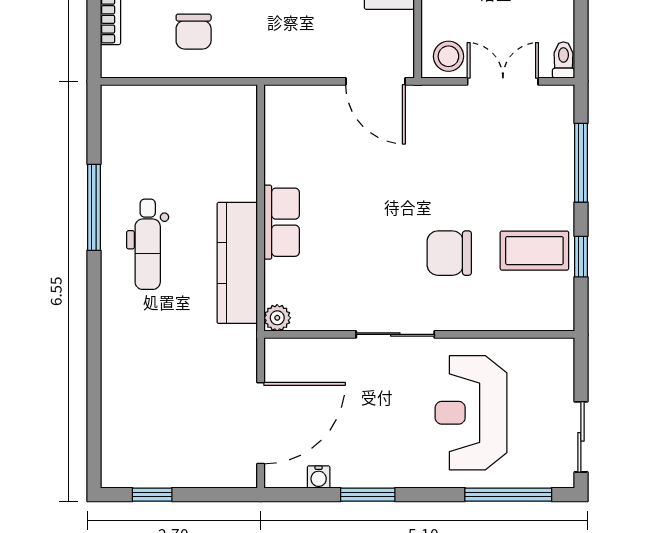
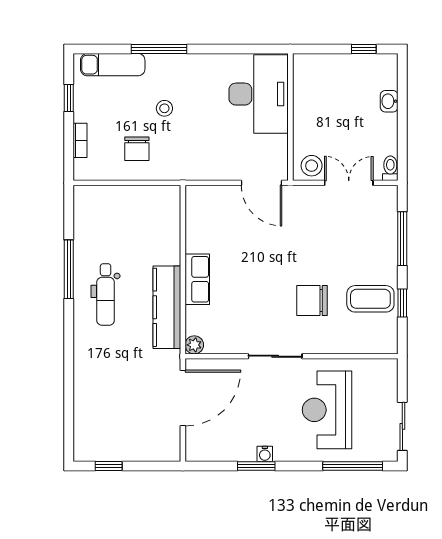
door: (261, 423) -> (183, 398), moved
water cooler: (319, 477) -> (265, 454), moved

